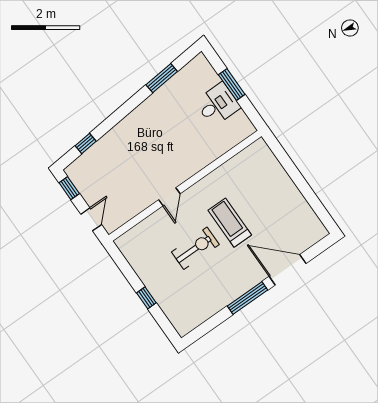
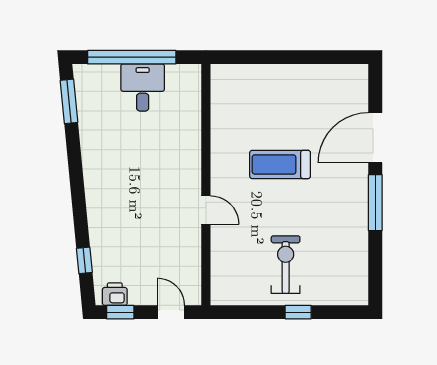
window: (162, 78) -> (69, 101), moved
window: (232, 84) -> (132, 57), width x2.11
printer: (78, 177) -> (115, 294), added
exercise bike: (195, 248) -> (286, 265), moved

